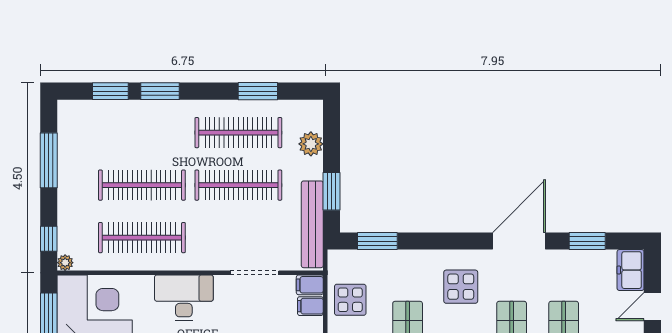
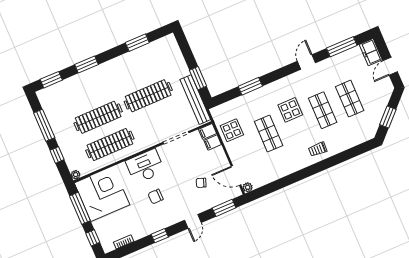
window: (110, 91) -> (51, 80), moved
clothes rail: (238, 133) -> (136, 68), removed
plant: (311, 144) -> (177, 58), removed
window: (49, 239) -> (57, 155), moved
window: (377, 241) -> (250, 86), moved
door: (519, 241) -> (306, 62), width x0.53
window: (587, 241) -> (342, 47), width x1.44
display table: (461, 287) -> (290, 110), moved

